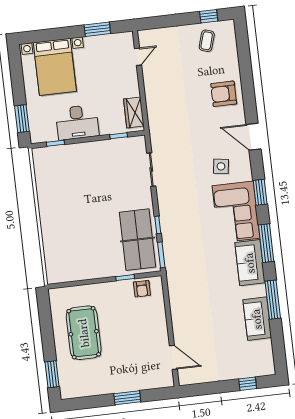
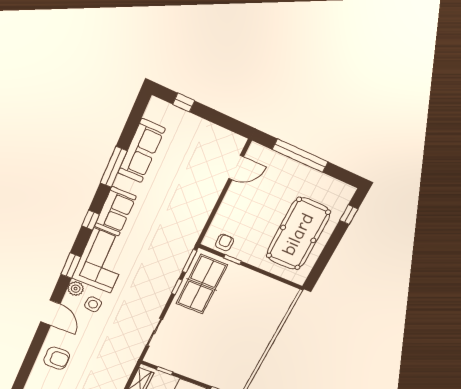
plant: (244, 173) -> (76, 289), added
window: (266, 243) -> (90, 220), width x0.46
sofa: (257, 319) -> (141, 151), width x1.36
pool table: (84, 333) -> (298, 234), width x1.36, depth x1.32
door: (173, 357) -> (236, 168), swing flipped
window: (52, 374) -> (349, 215), width x0.67
window: (127, 398) -> (300, 156), width x2.11

